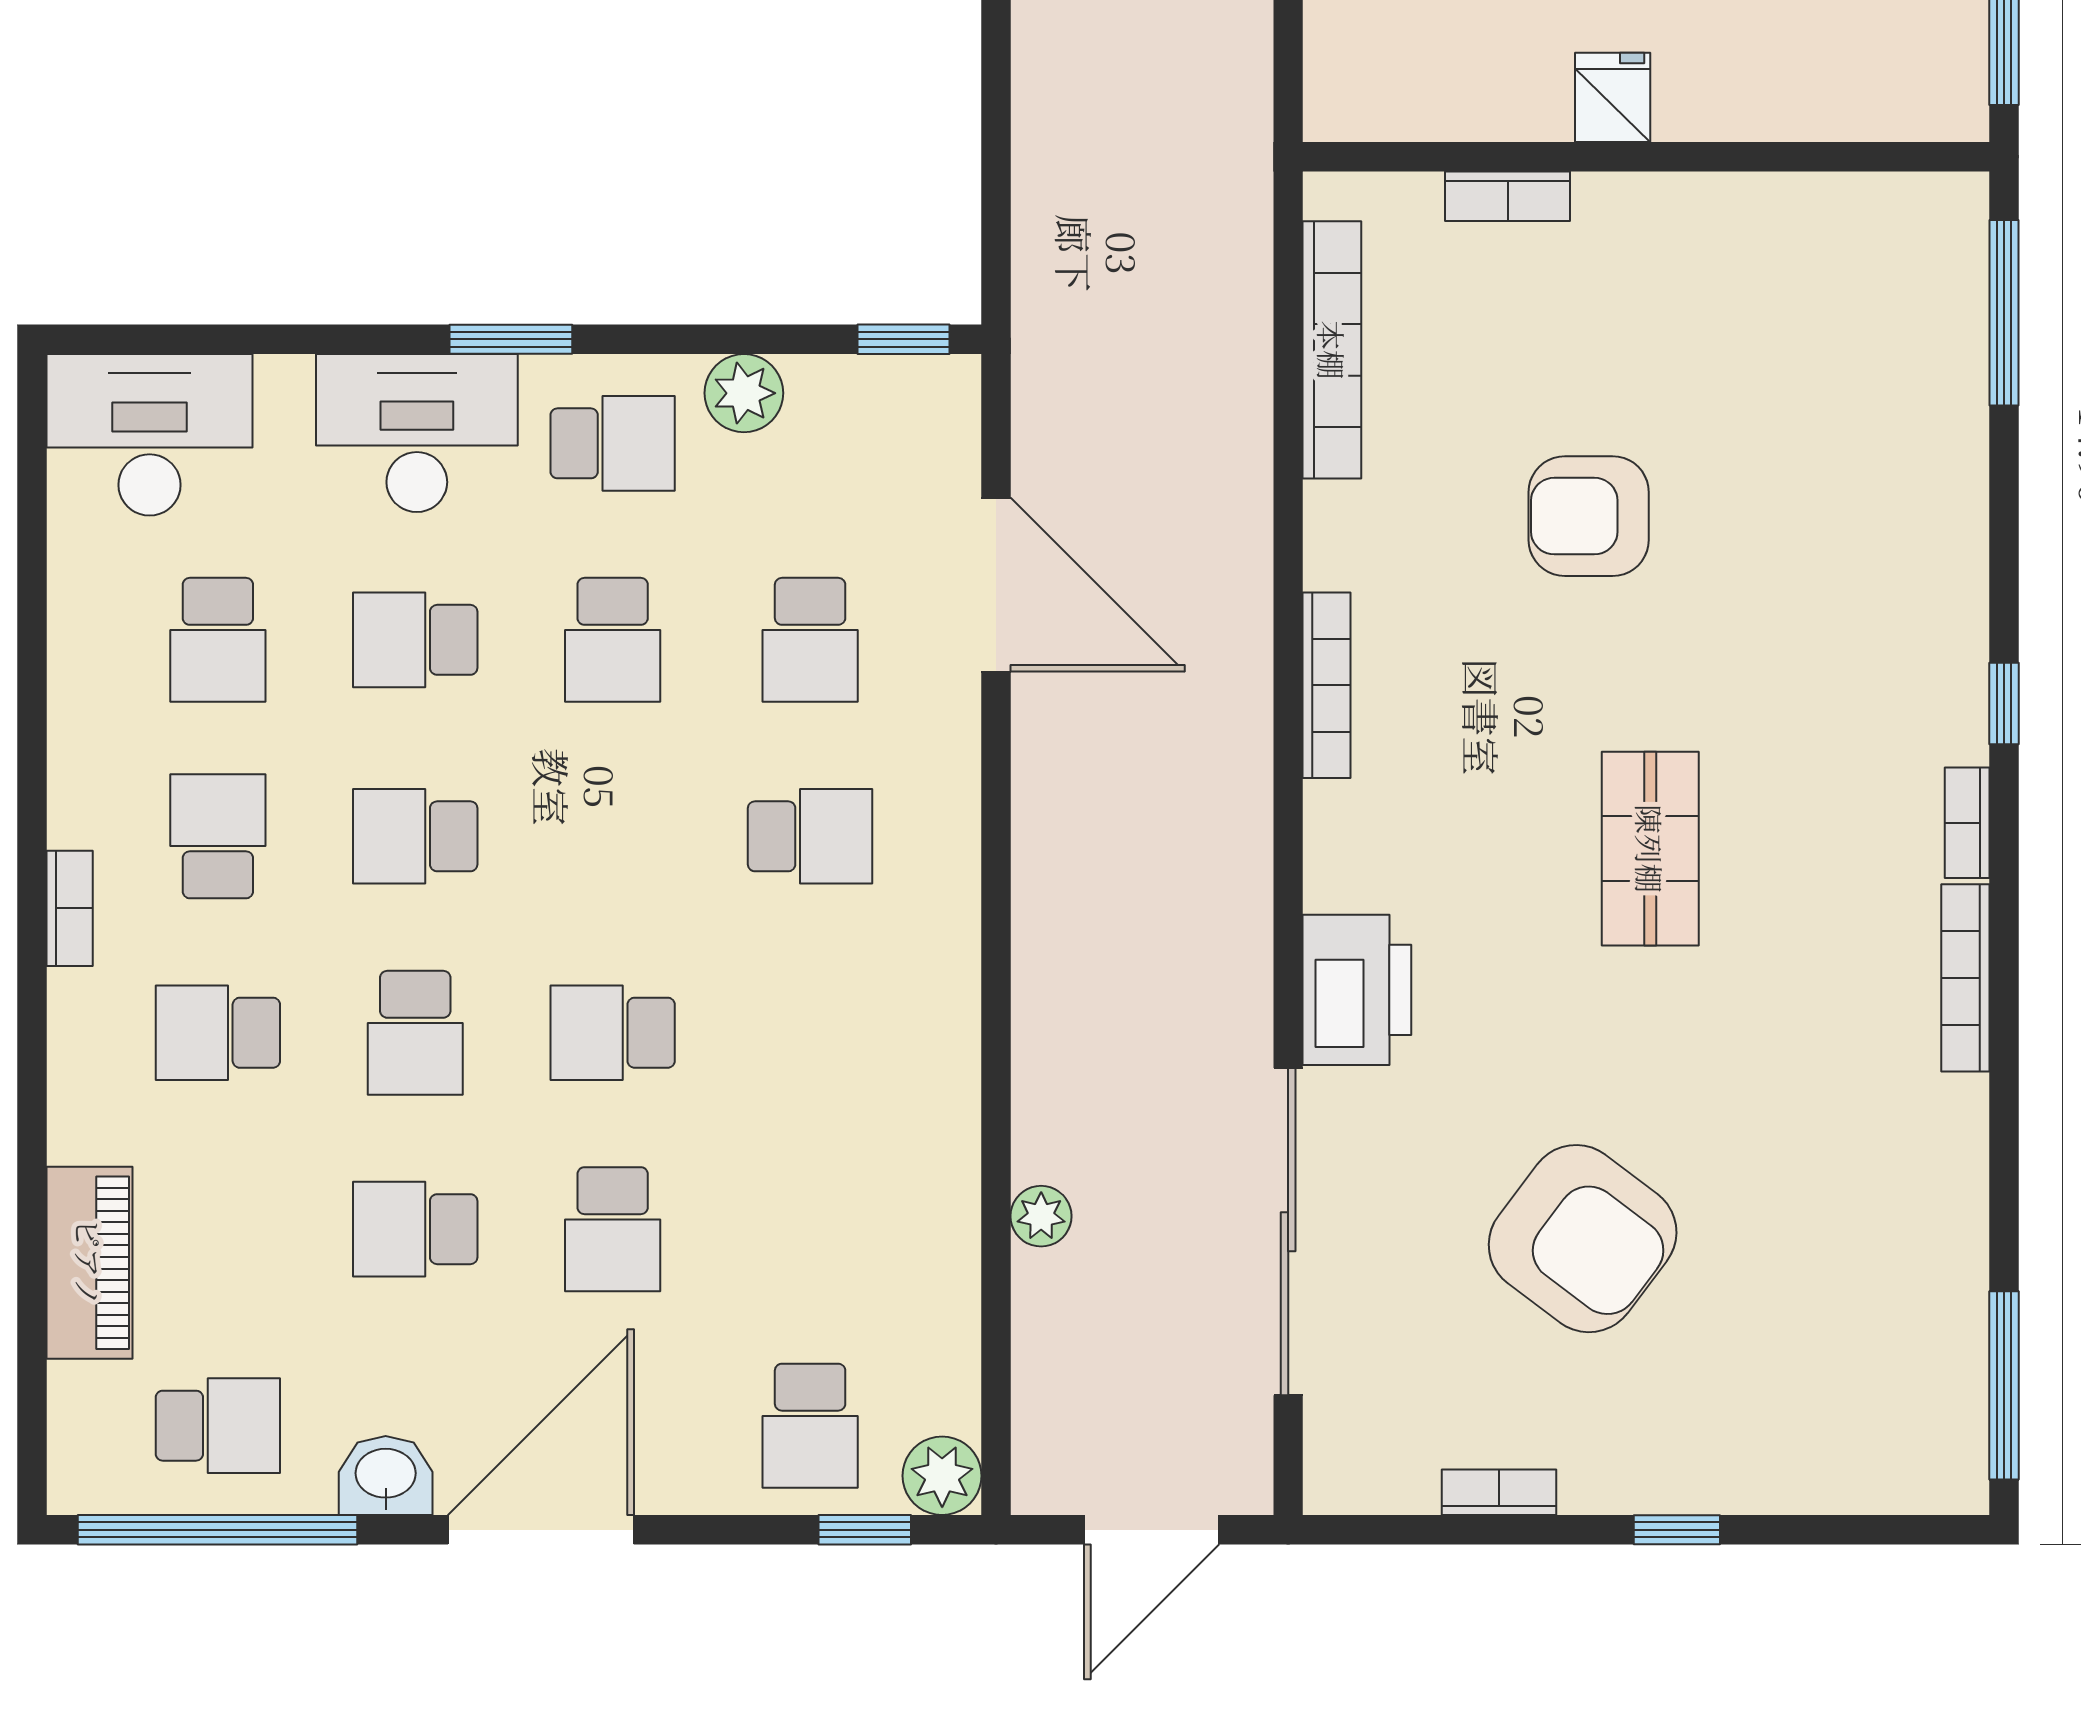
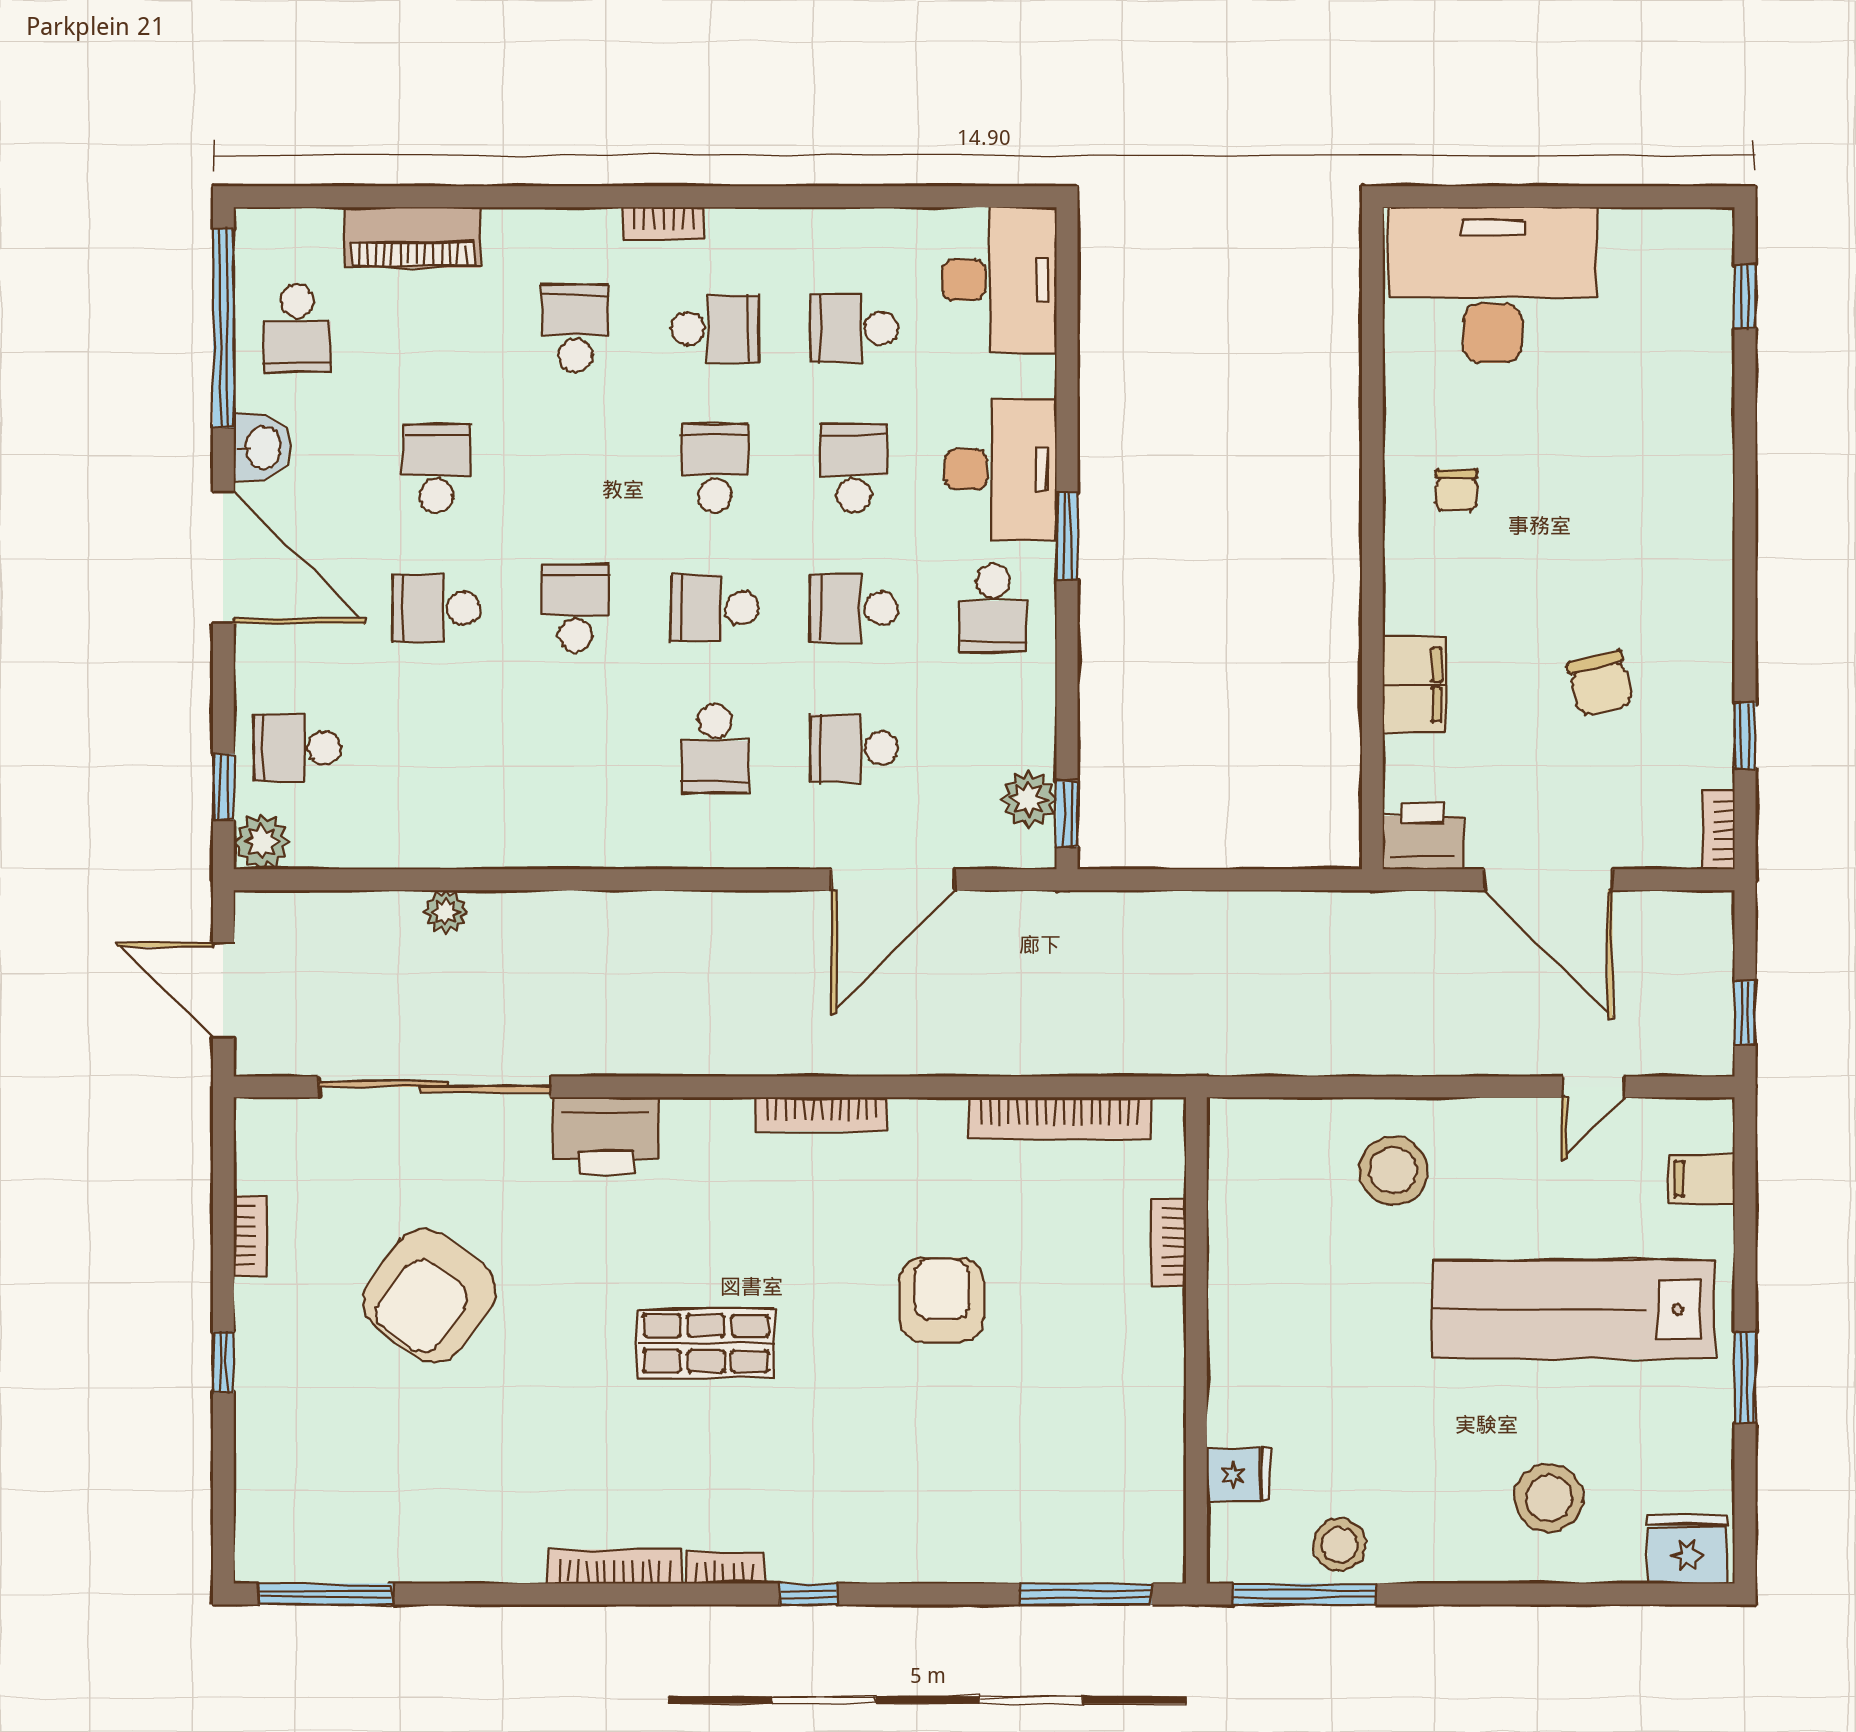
fridge: (1613, 97) -> (1238, 1475), moved
plant: (744, 393) -> (1029, 799), moved
school desk: (415, 1033) -> (715, 608), moved

